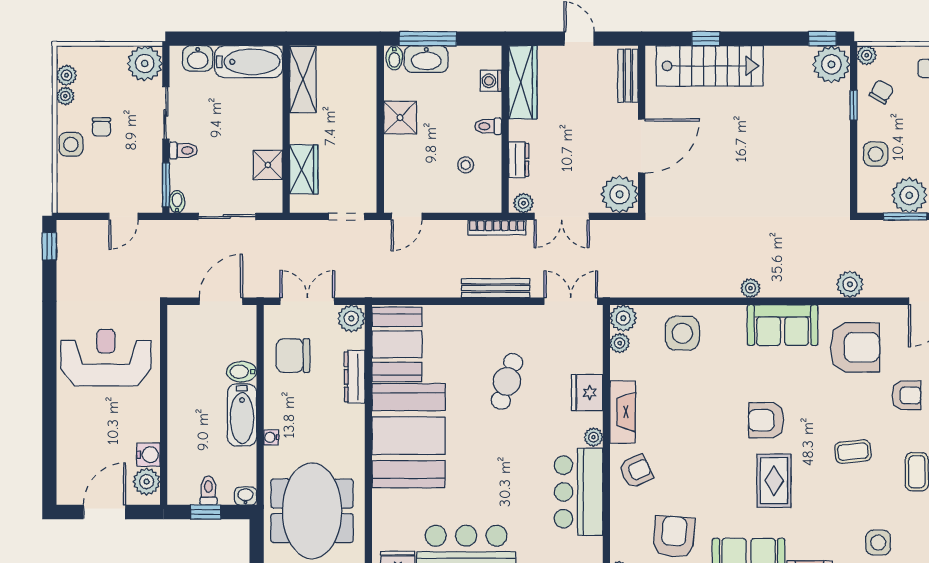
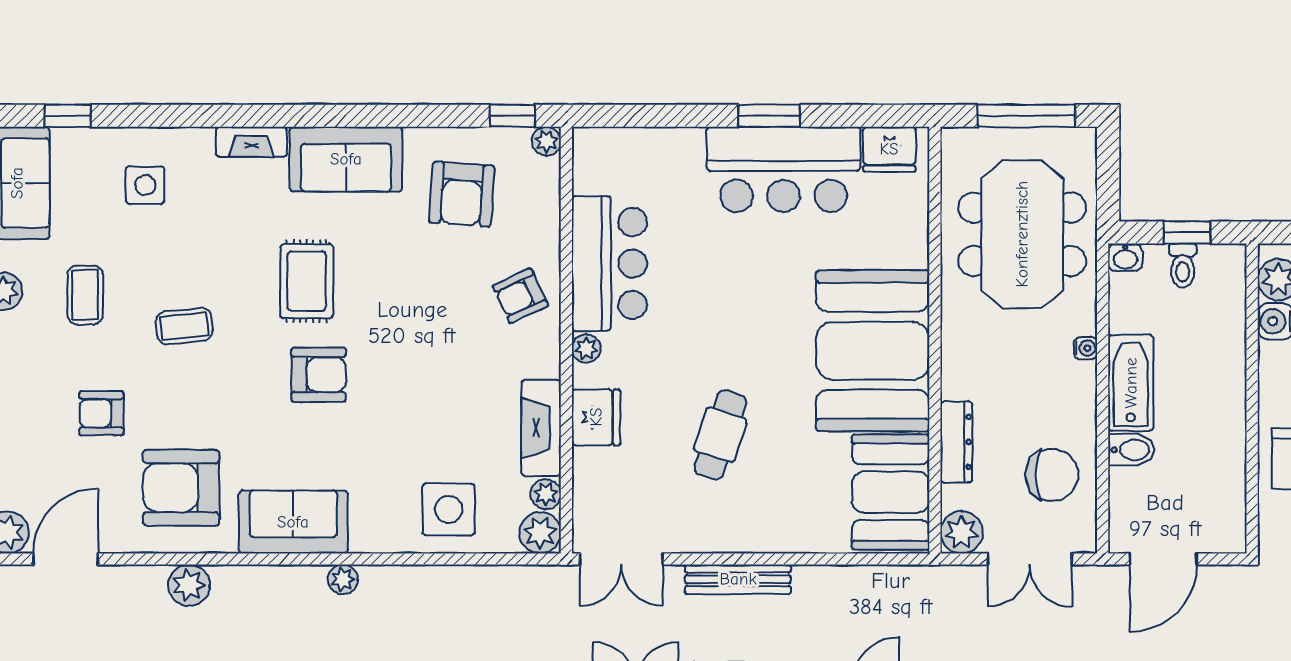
fireplace: (623, 412) -> (541, 428), moved

